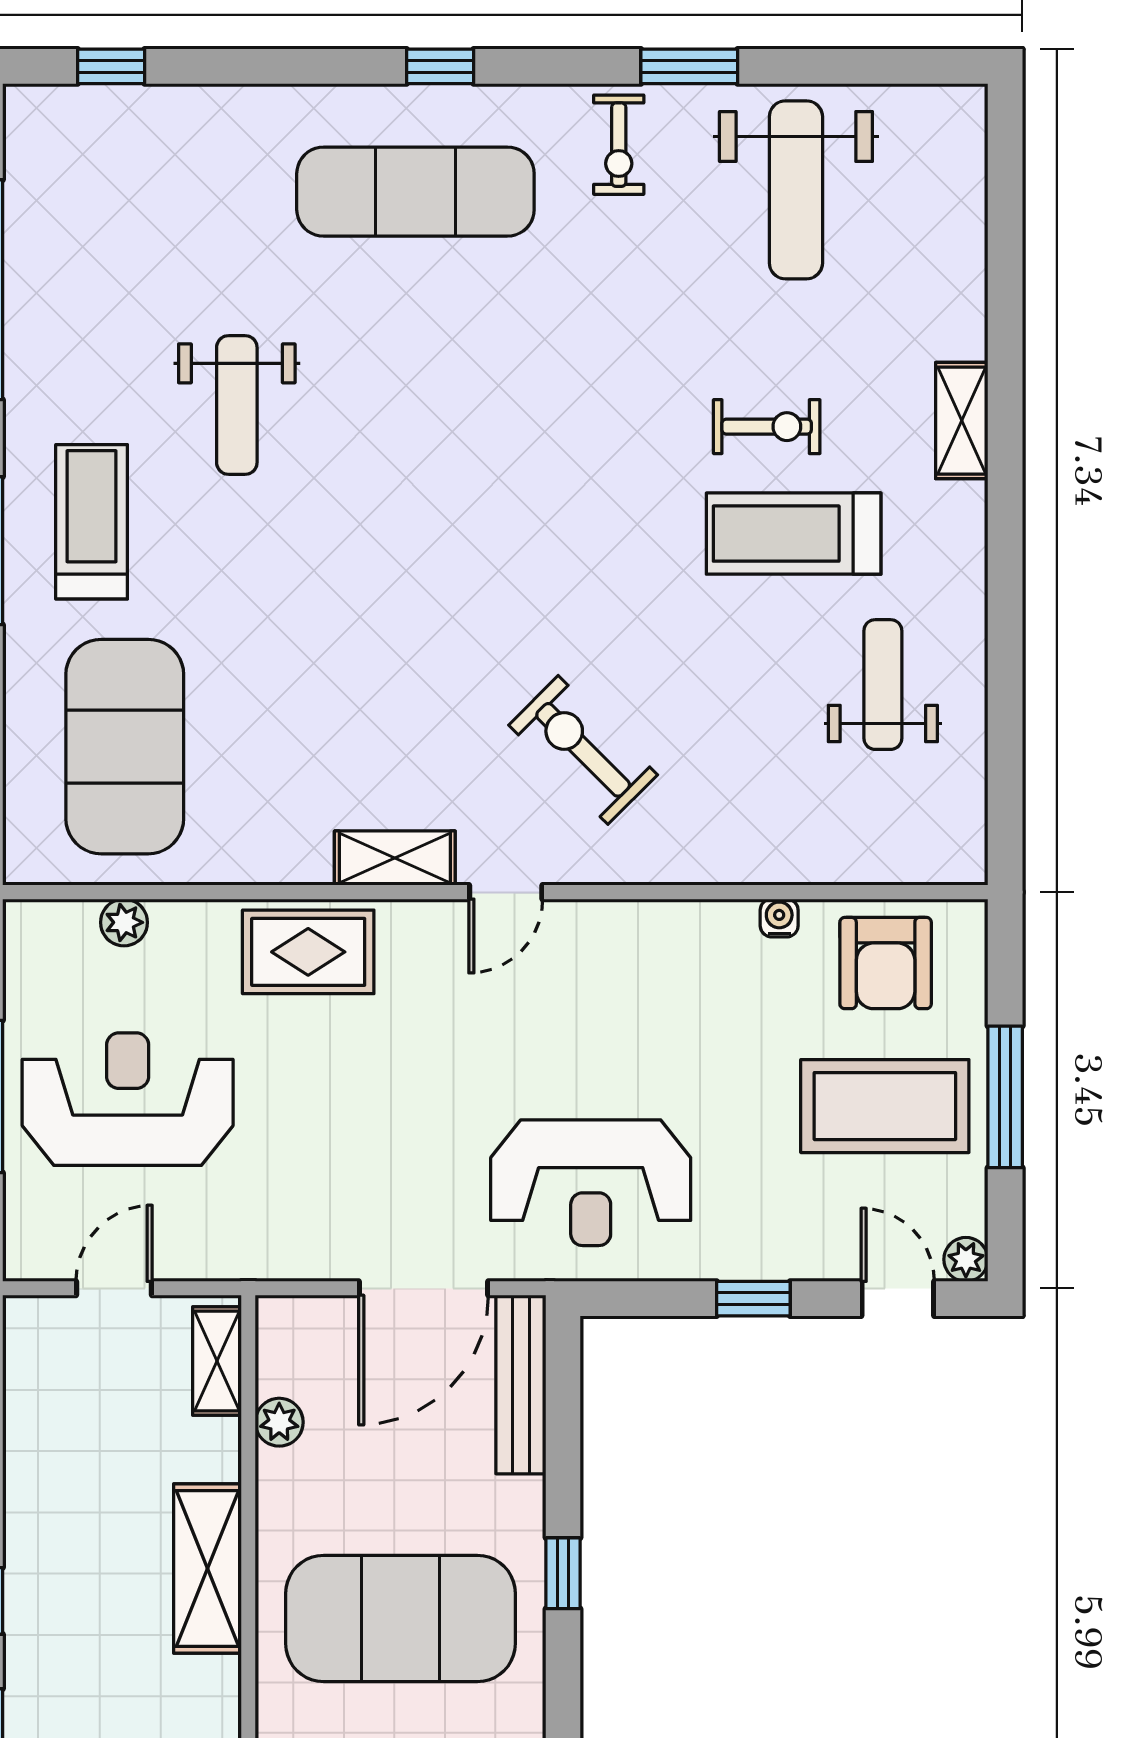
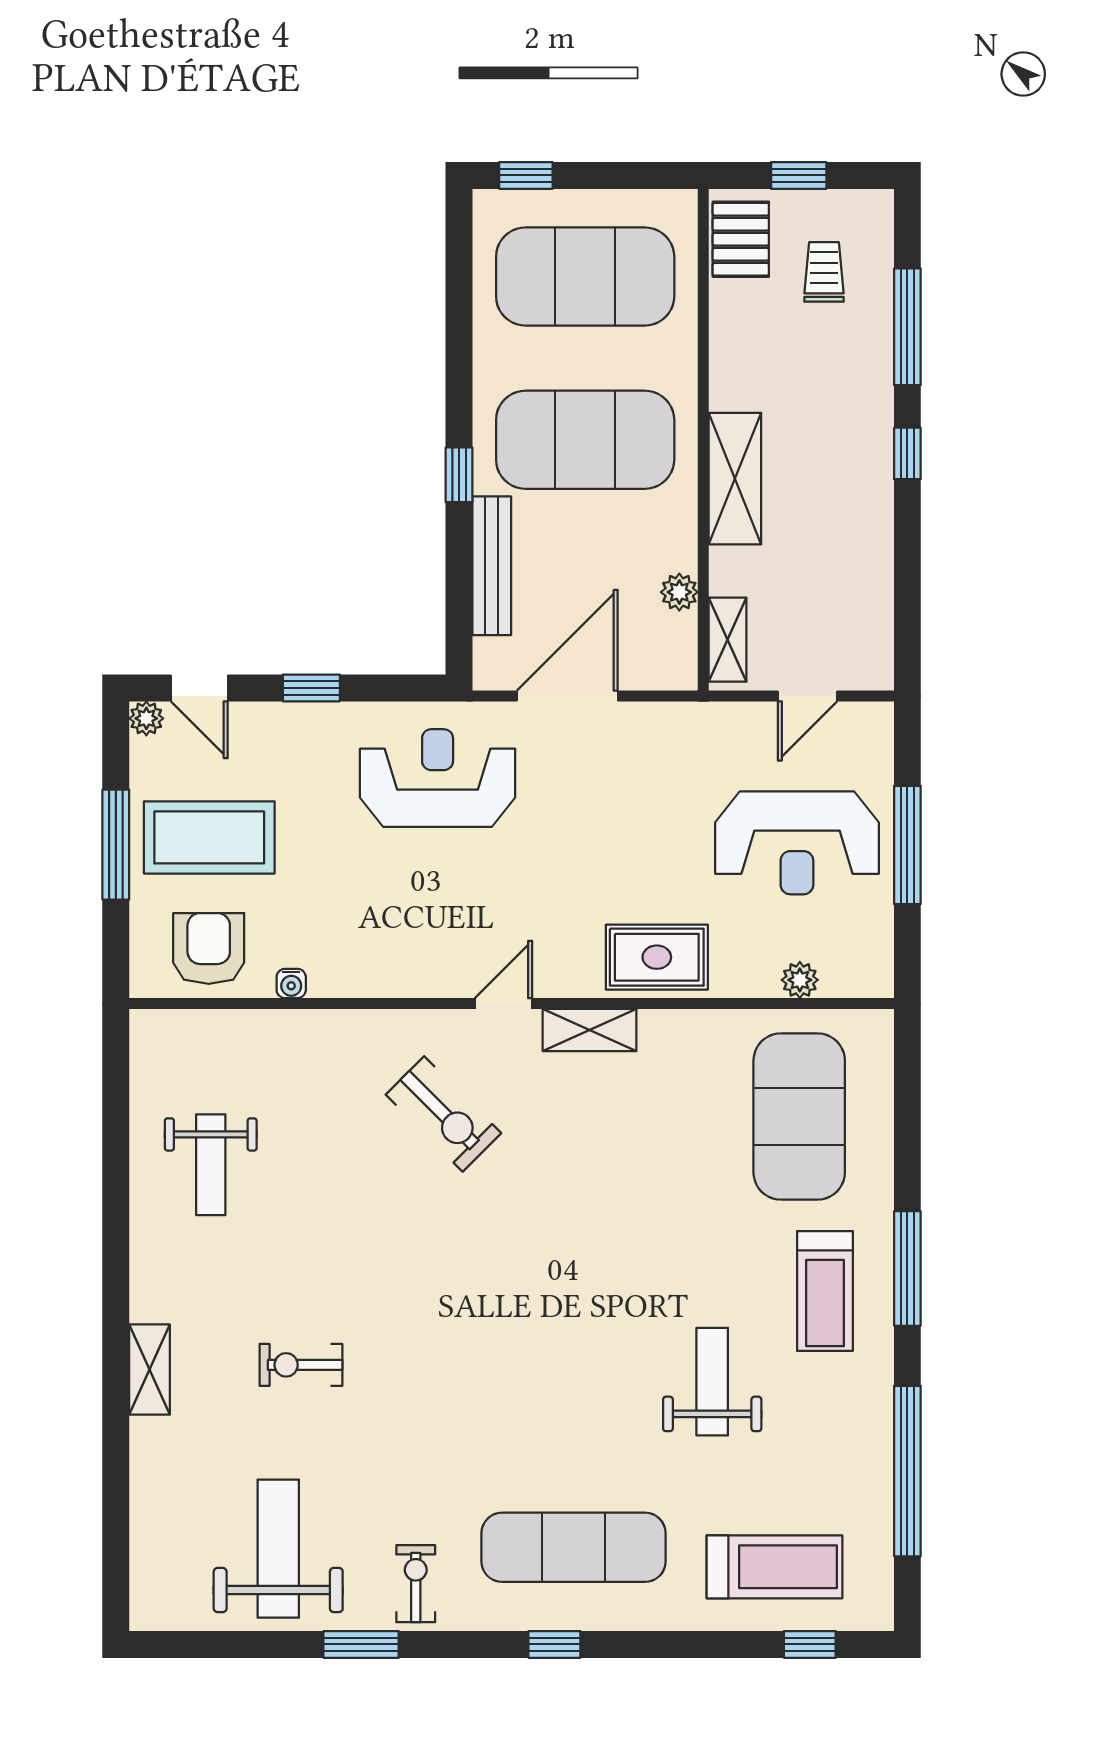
treadmill: (794, 534) -> (774, 1567), moved
bench: (521, 1384) -> (492, 566), moved

